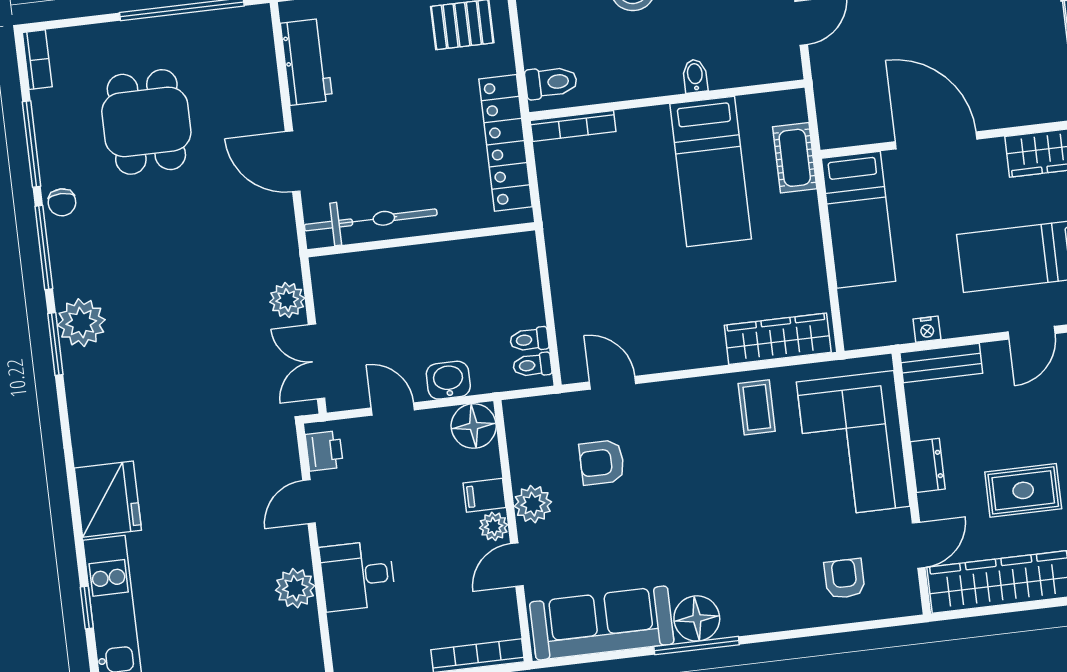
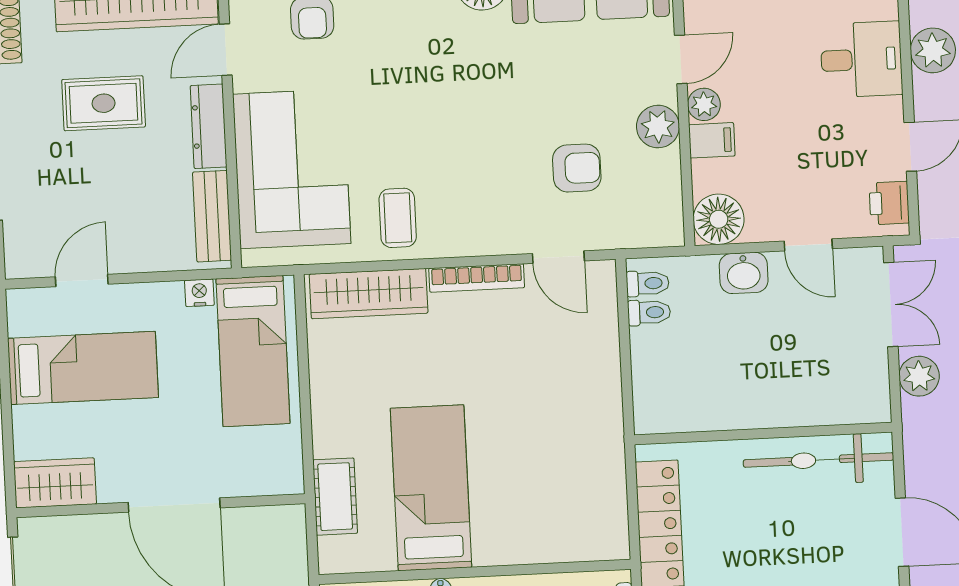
bookcase: (573, 126) -> (477, 278), moved, turned 180
bed: (858, 220) -> (253, 351), moved, turned 180
bench: (941, 363) -> (212, 216), moved, turned 90
dresser: (928, 465) -> (209, 126), width x1.44

